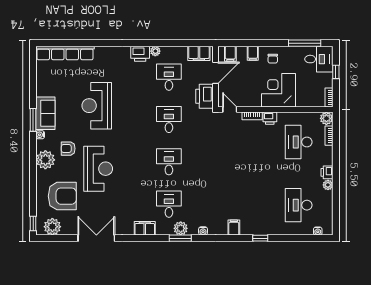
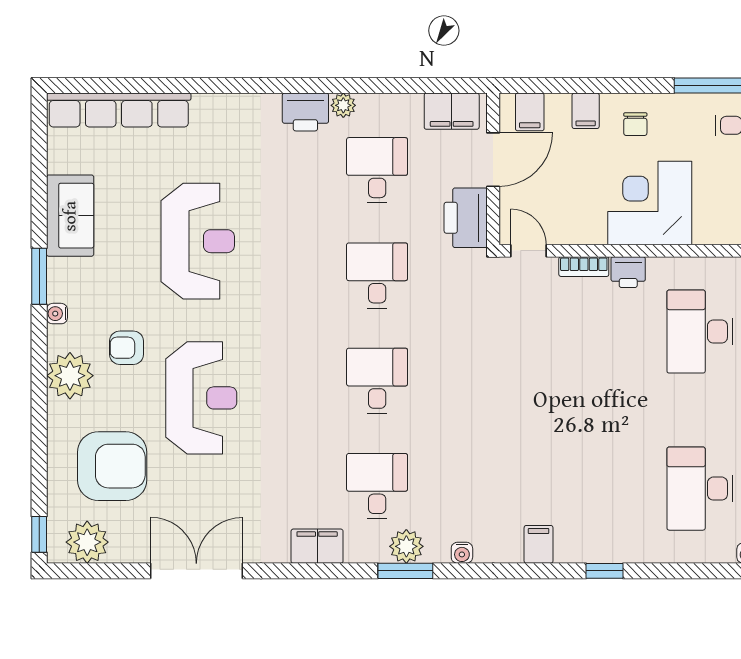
reception desk: (97, 106) -> (198, 241), turned 180
sofa: (45, 113) -> (70, 216), moved

